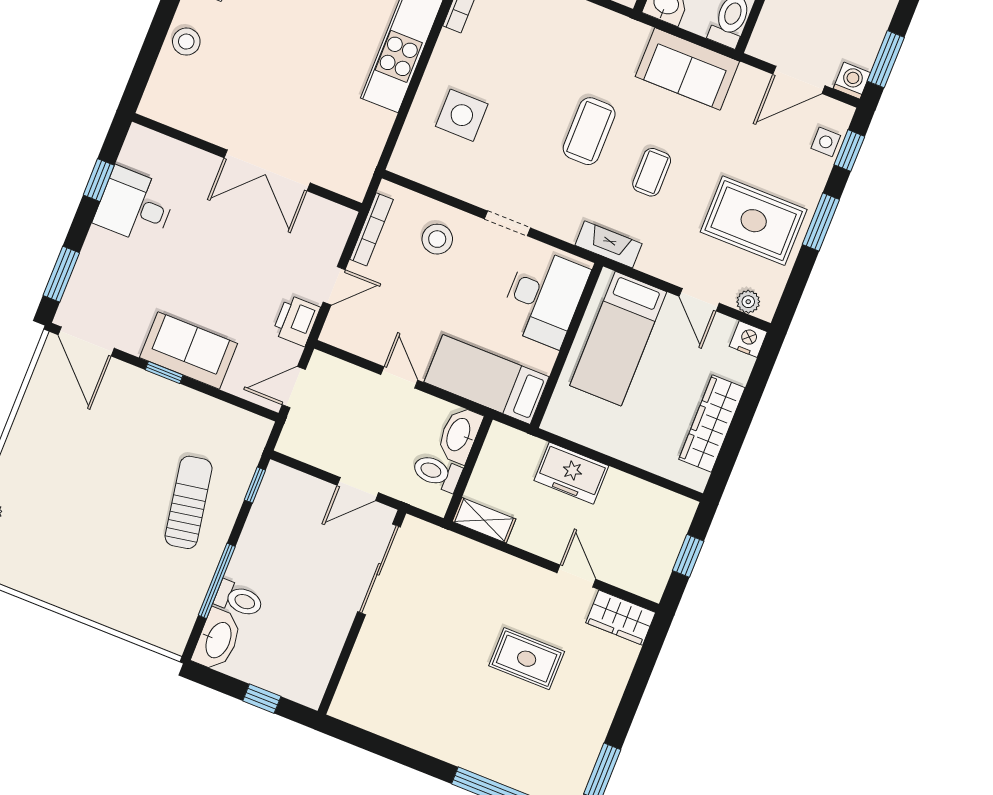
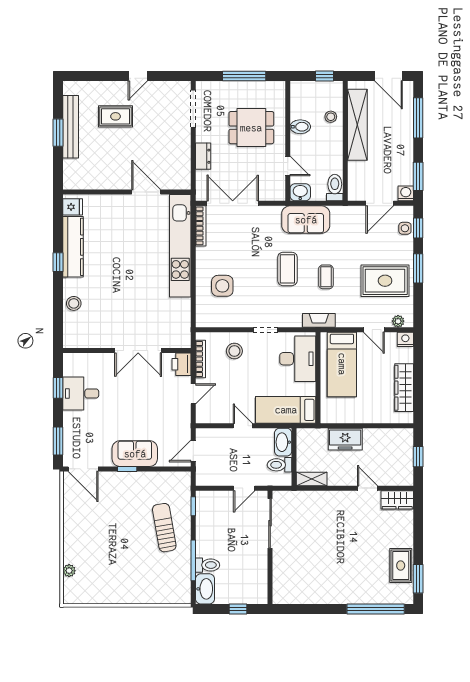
sofa: (687, 69) -> (306, 220), moved
printer: (296, 321) -> (181, 364), moved
rug: (527, 659) -> (401, 565), moved, turned 90

